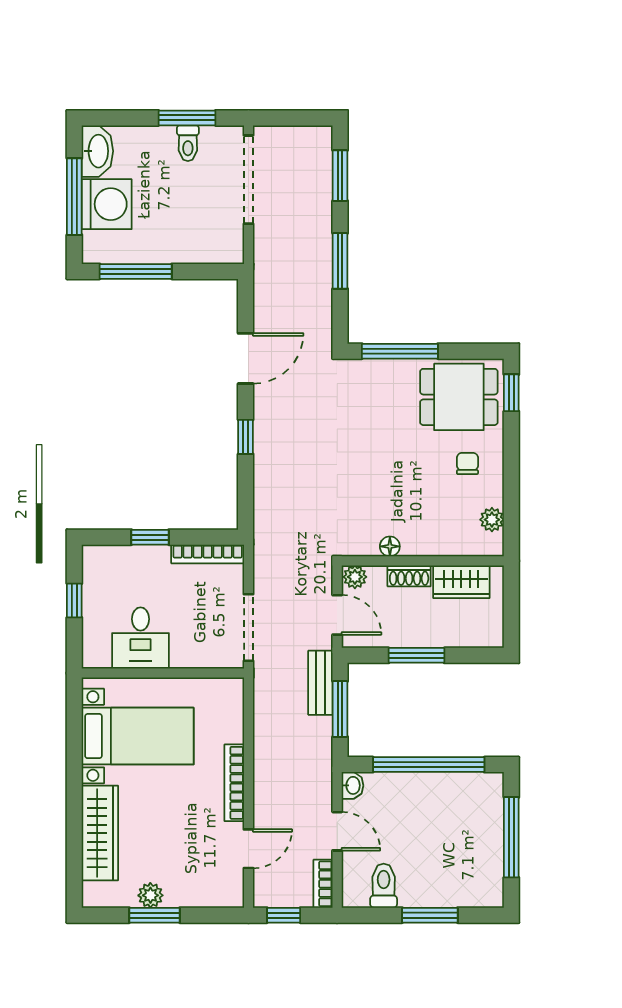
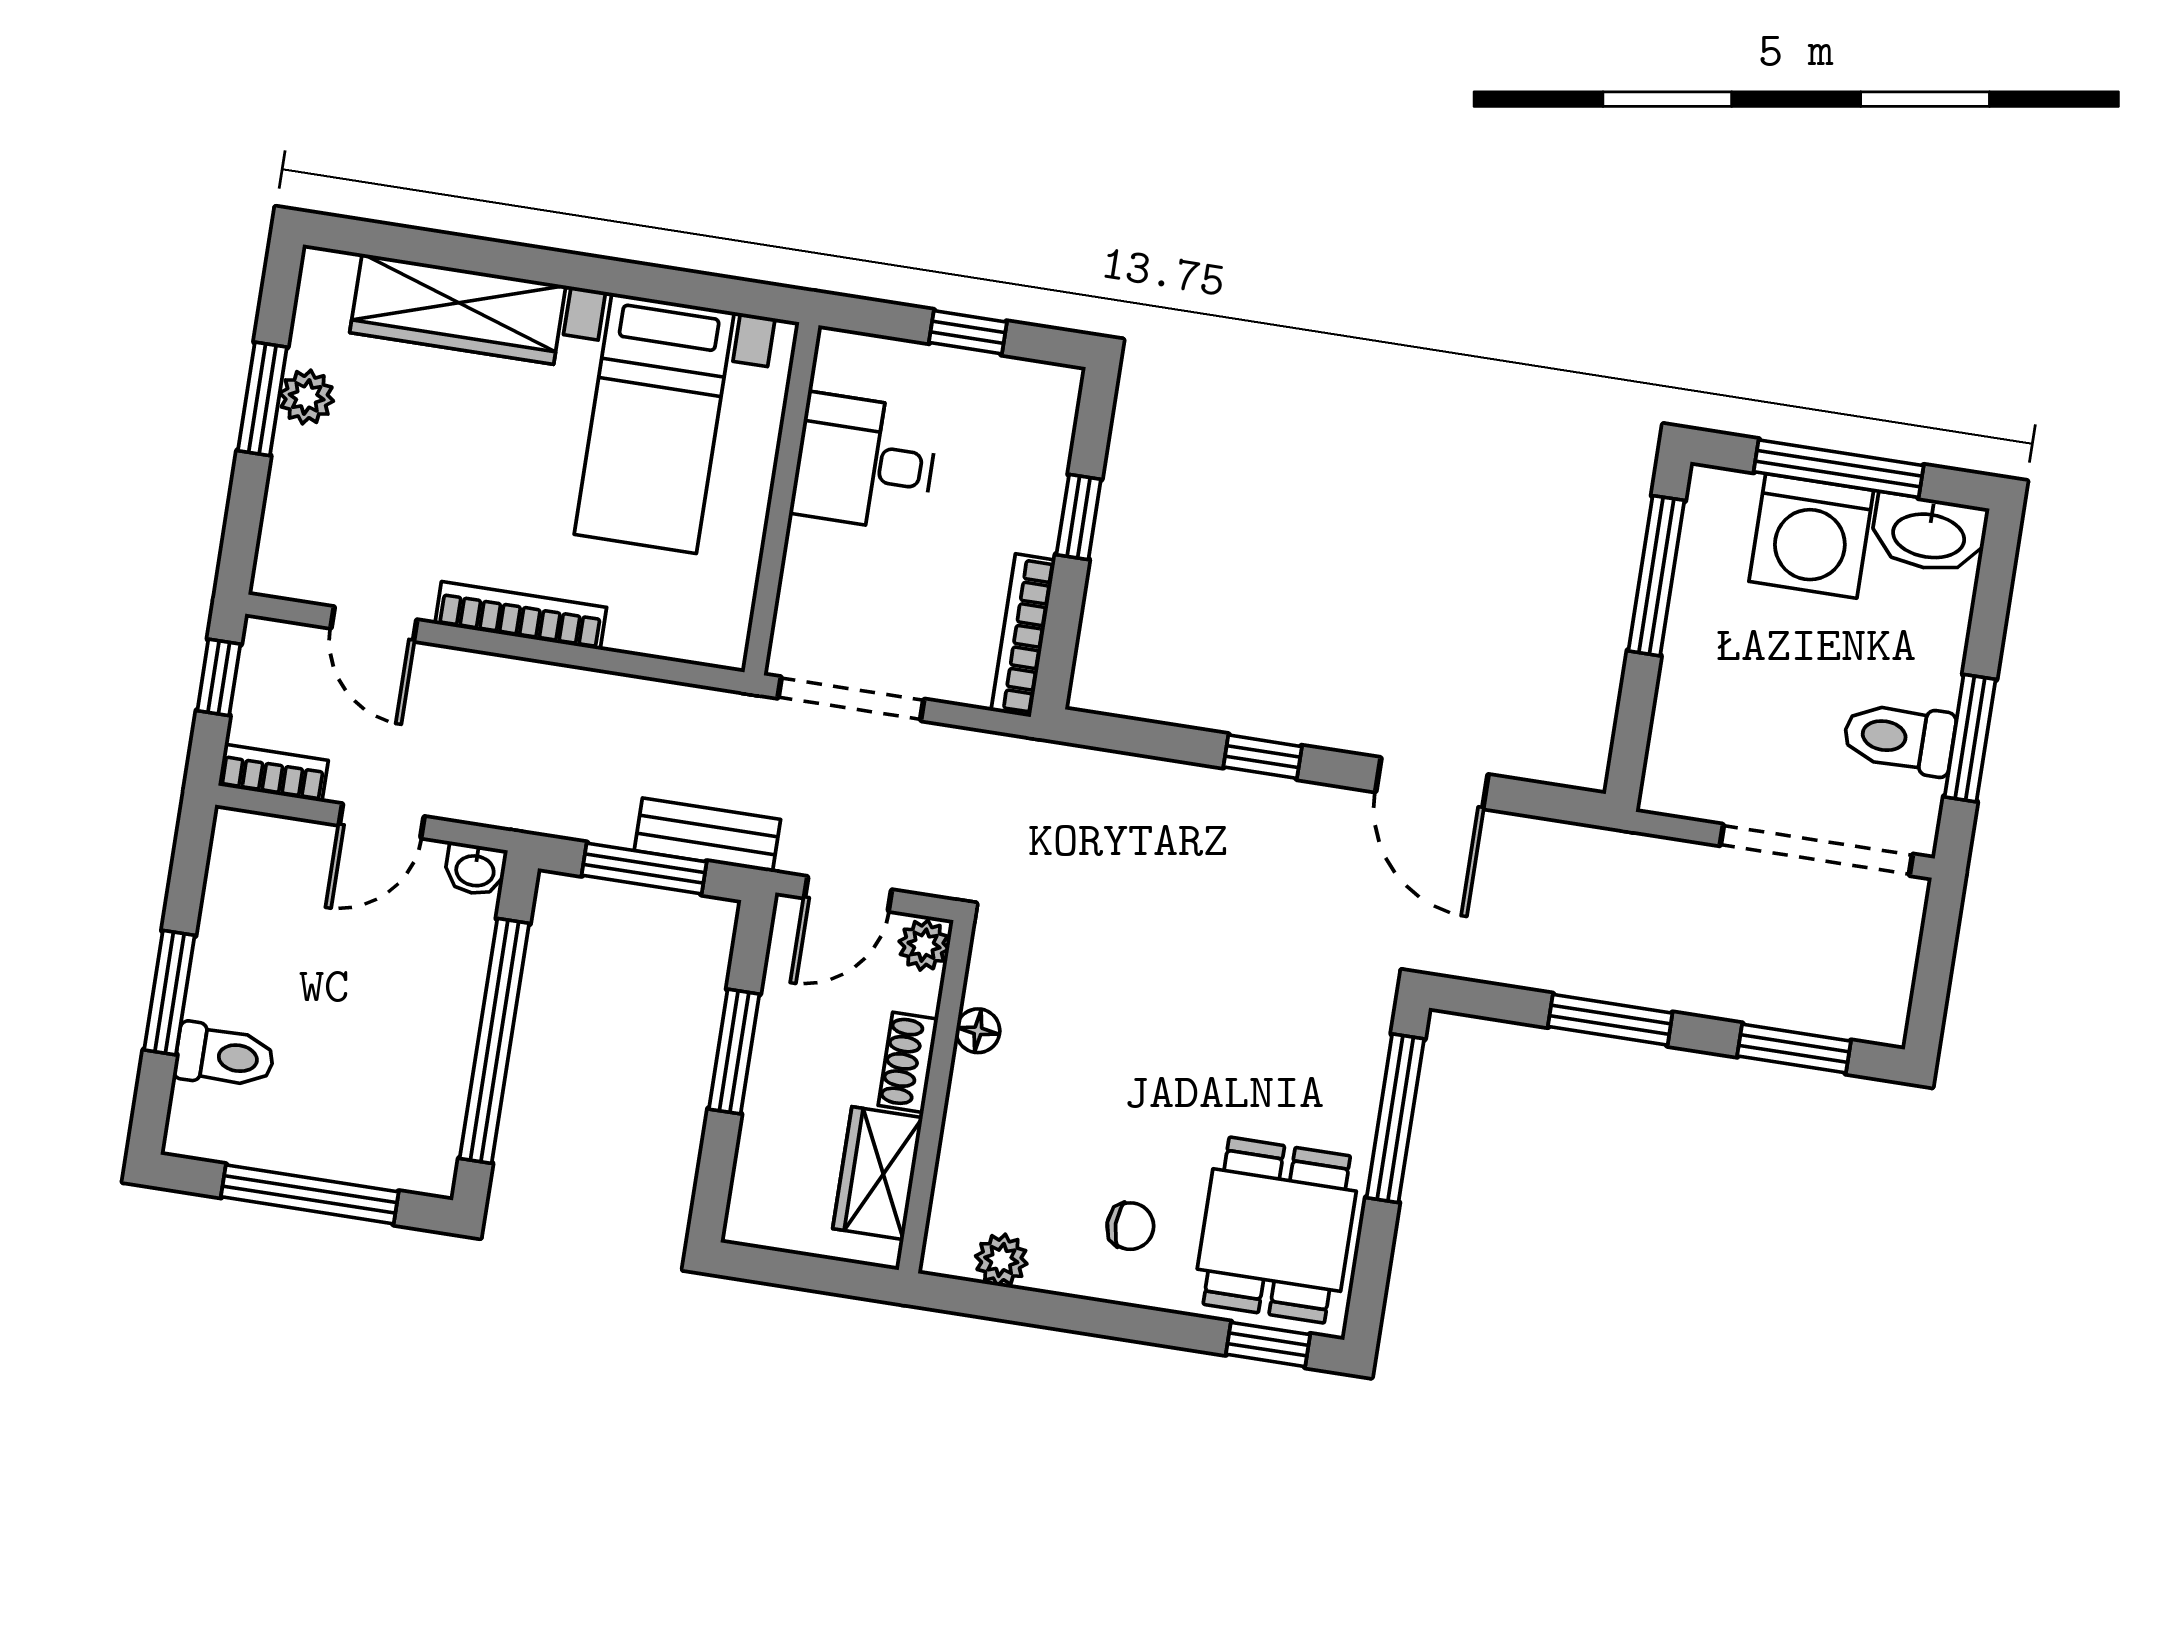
toilet: (188, 143) -> (1899, 738), width x1.37, depth x1.39
toilet: (384, 886) -> (225, 1056), moved

